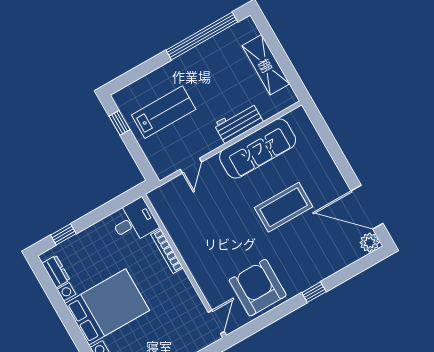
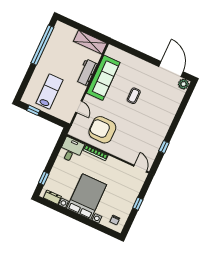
shelving: (266, 65) -> (90, 42), moved
coffee table: (284, 207) -> (134, 96), width x0.54, depth x0.58
door: (367, 207) -> (171, 69), swing flipped
armchair: (258, 288) -> (102, 130), moved
window: (314, 292) -> (164, 147), moved

